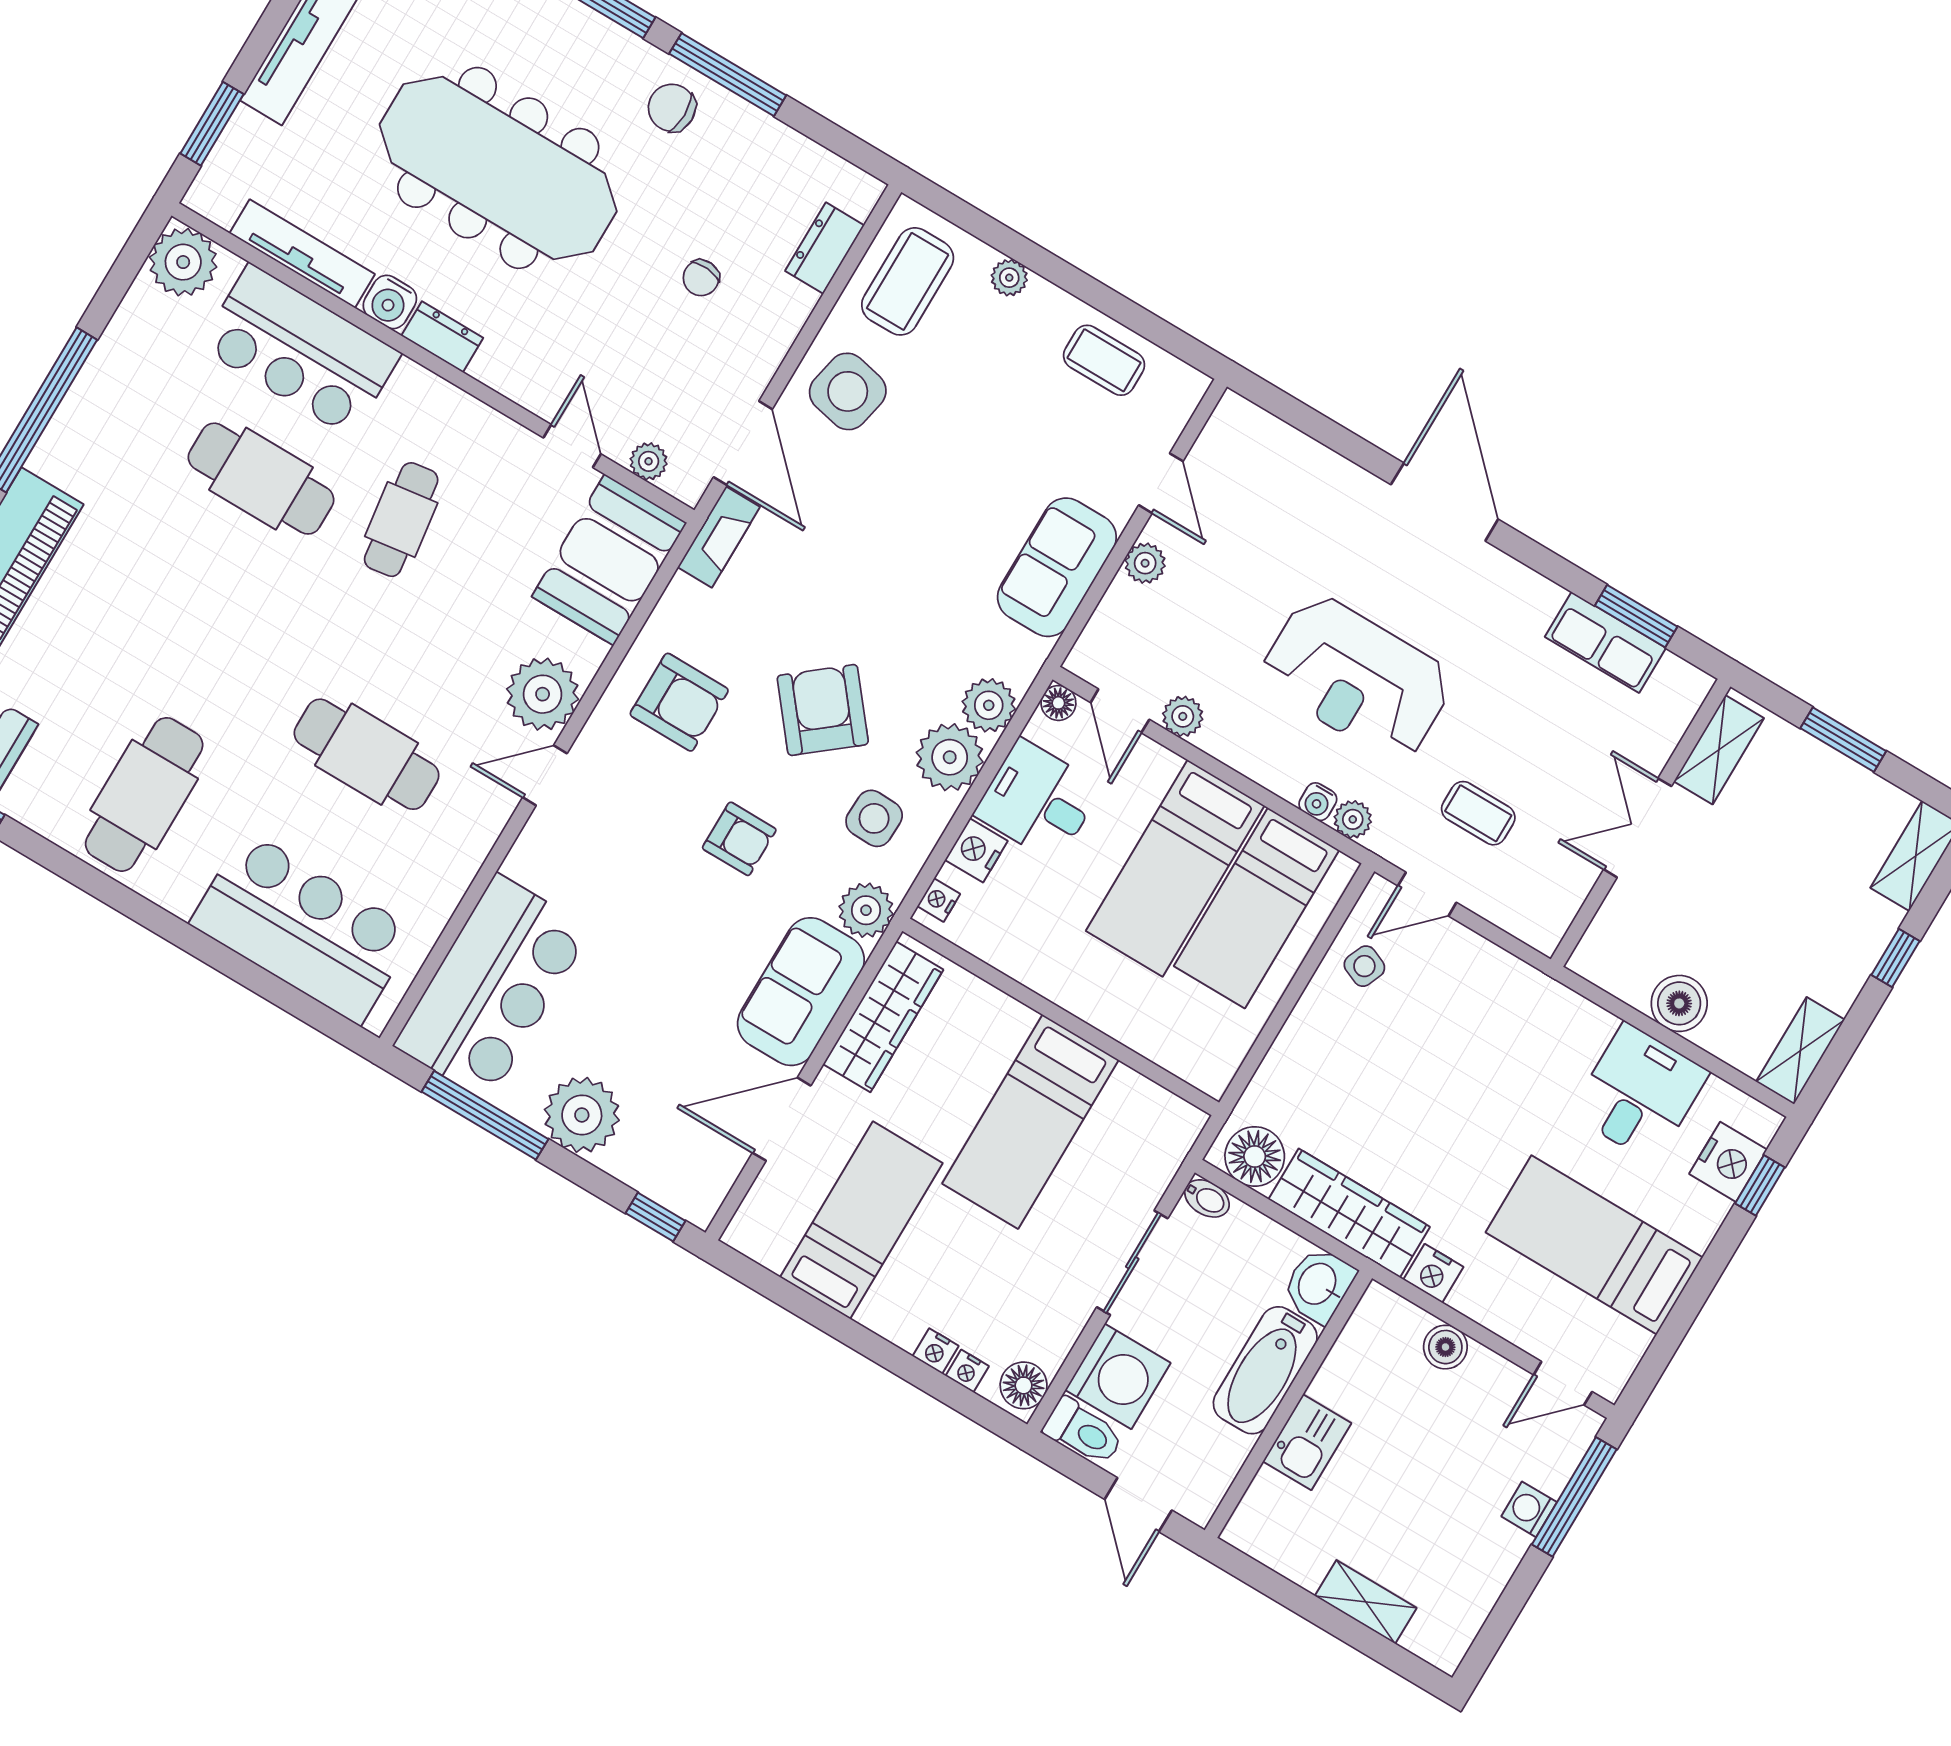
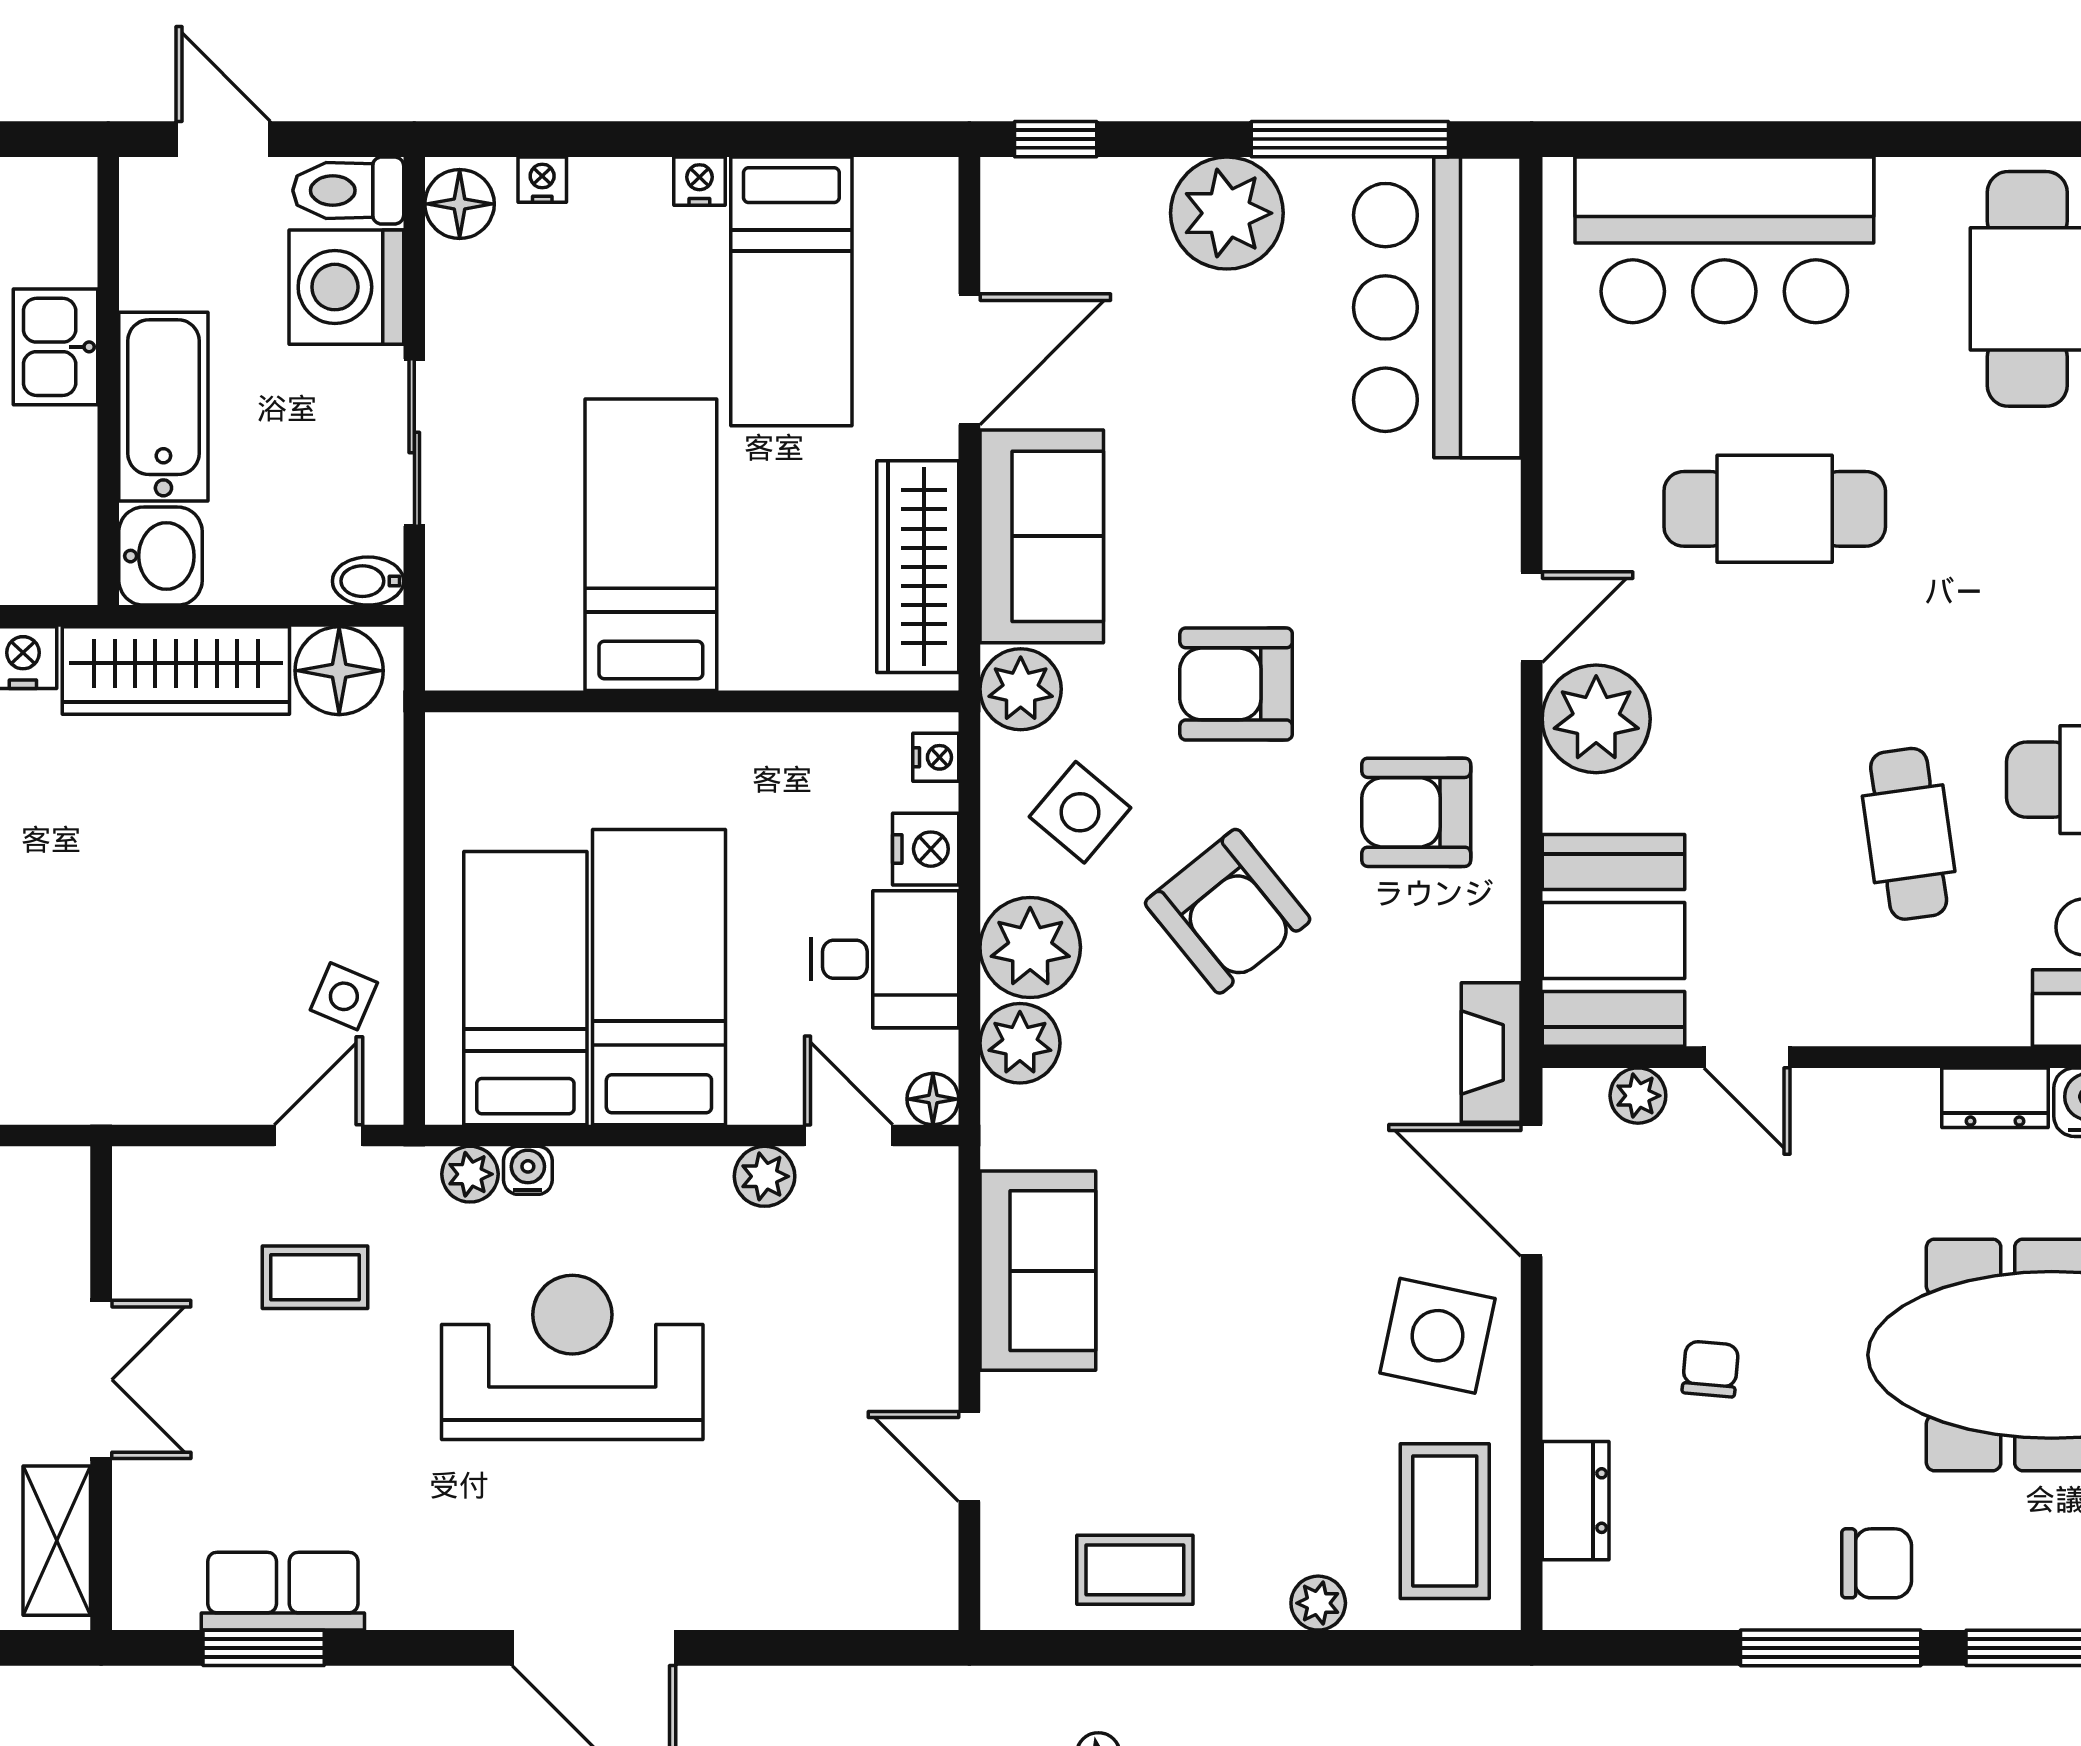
plant: (1145, 563) -> (929, 1343), removed
side table: (874, 818) -> (1080, 812), turned 38
armchair: (739, 839) -> (1236, 684), width x1.38, depth x1.38
nightstand: (936, 1351) -> (699, 181), moved

